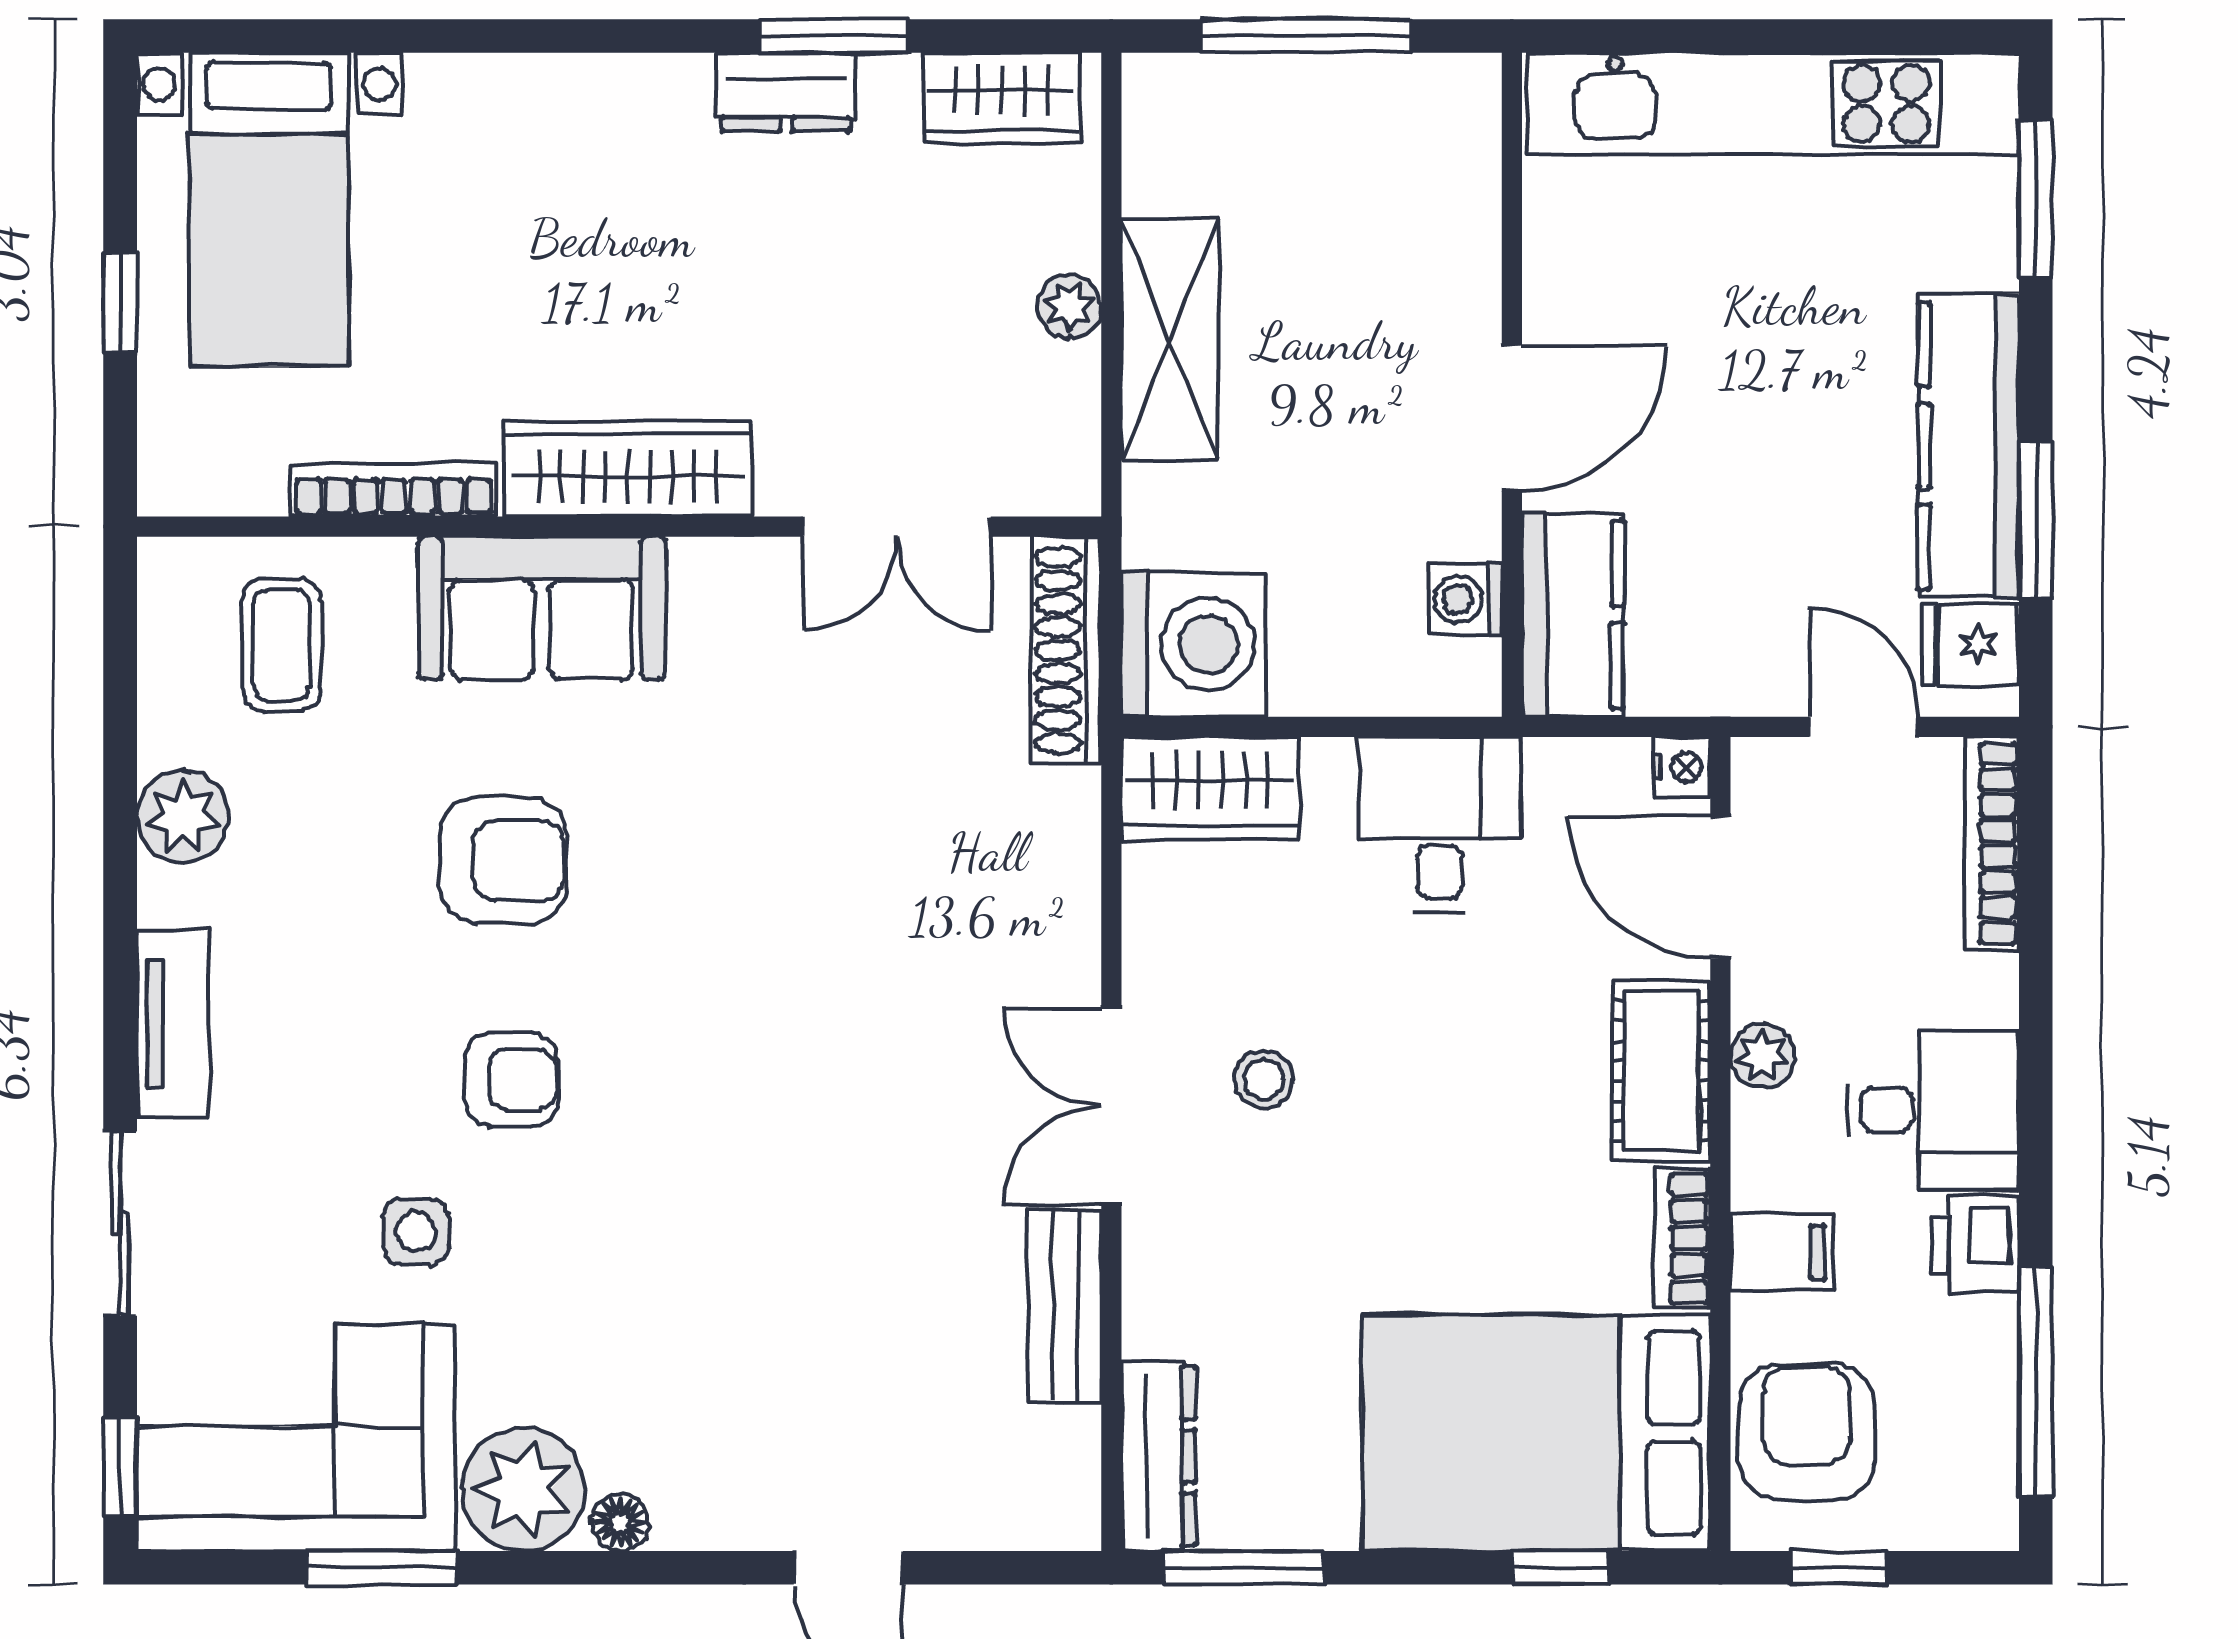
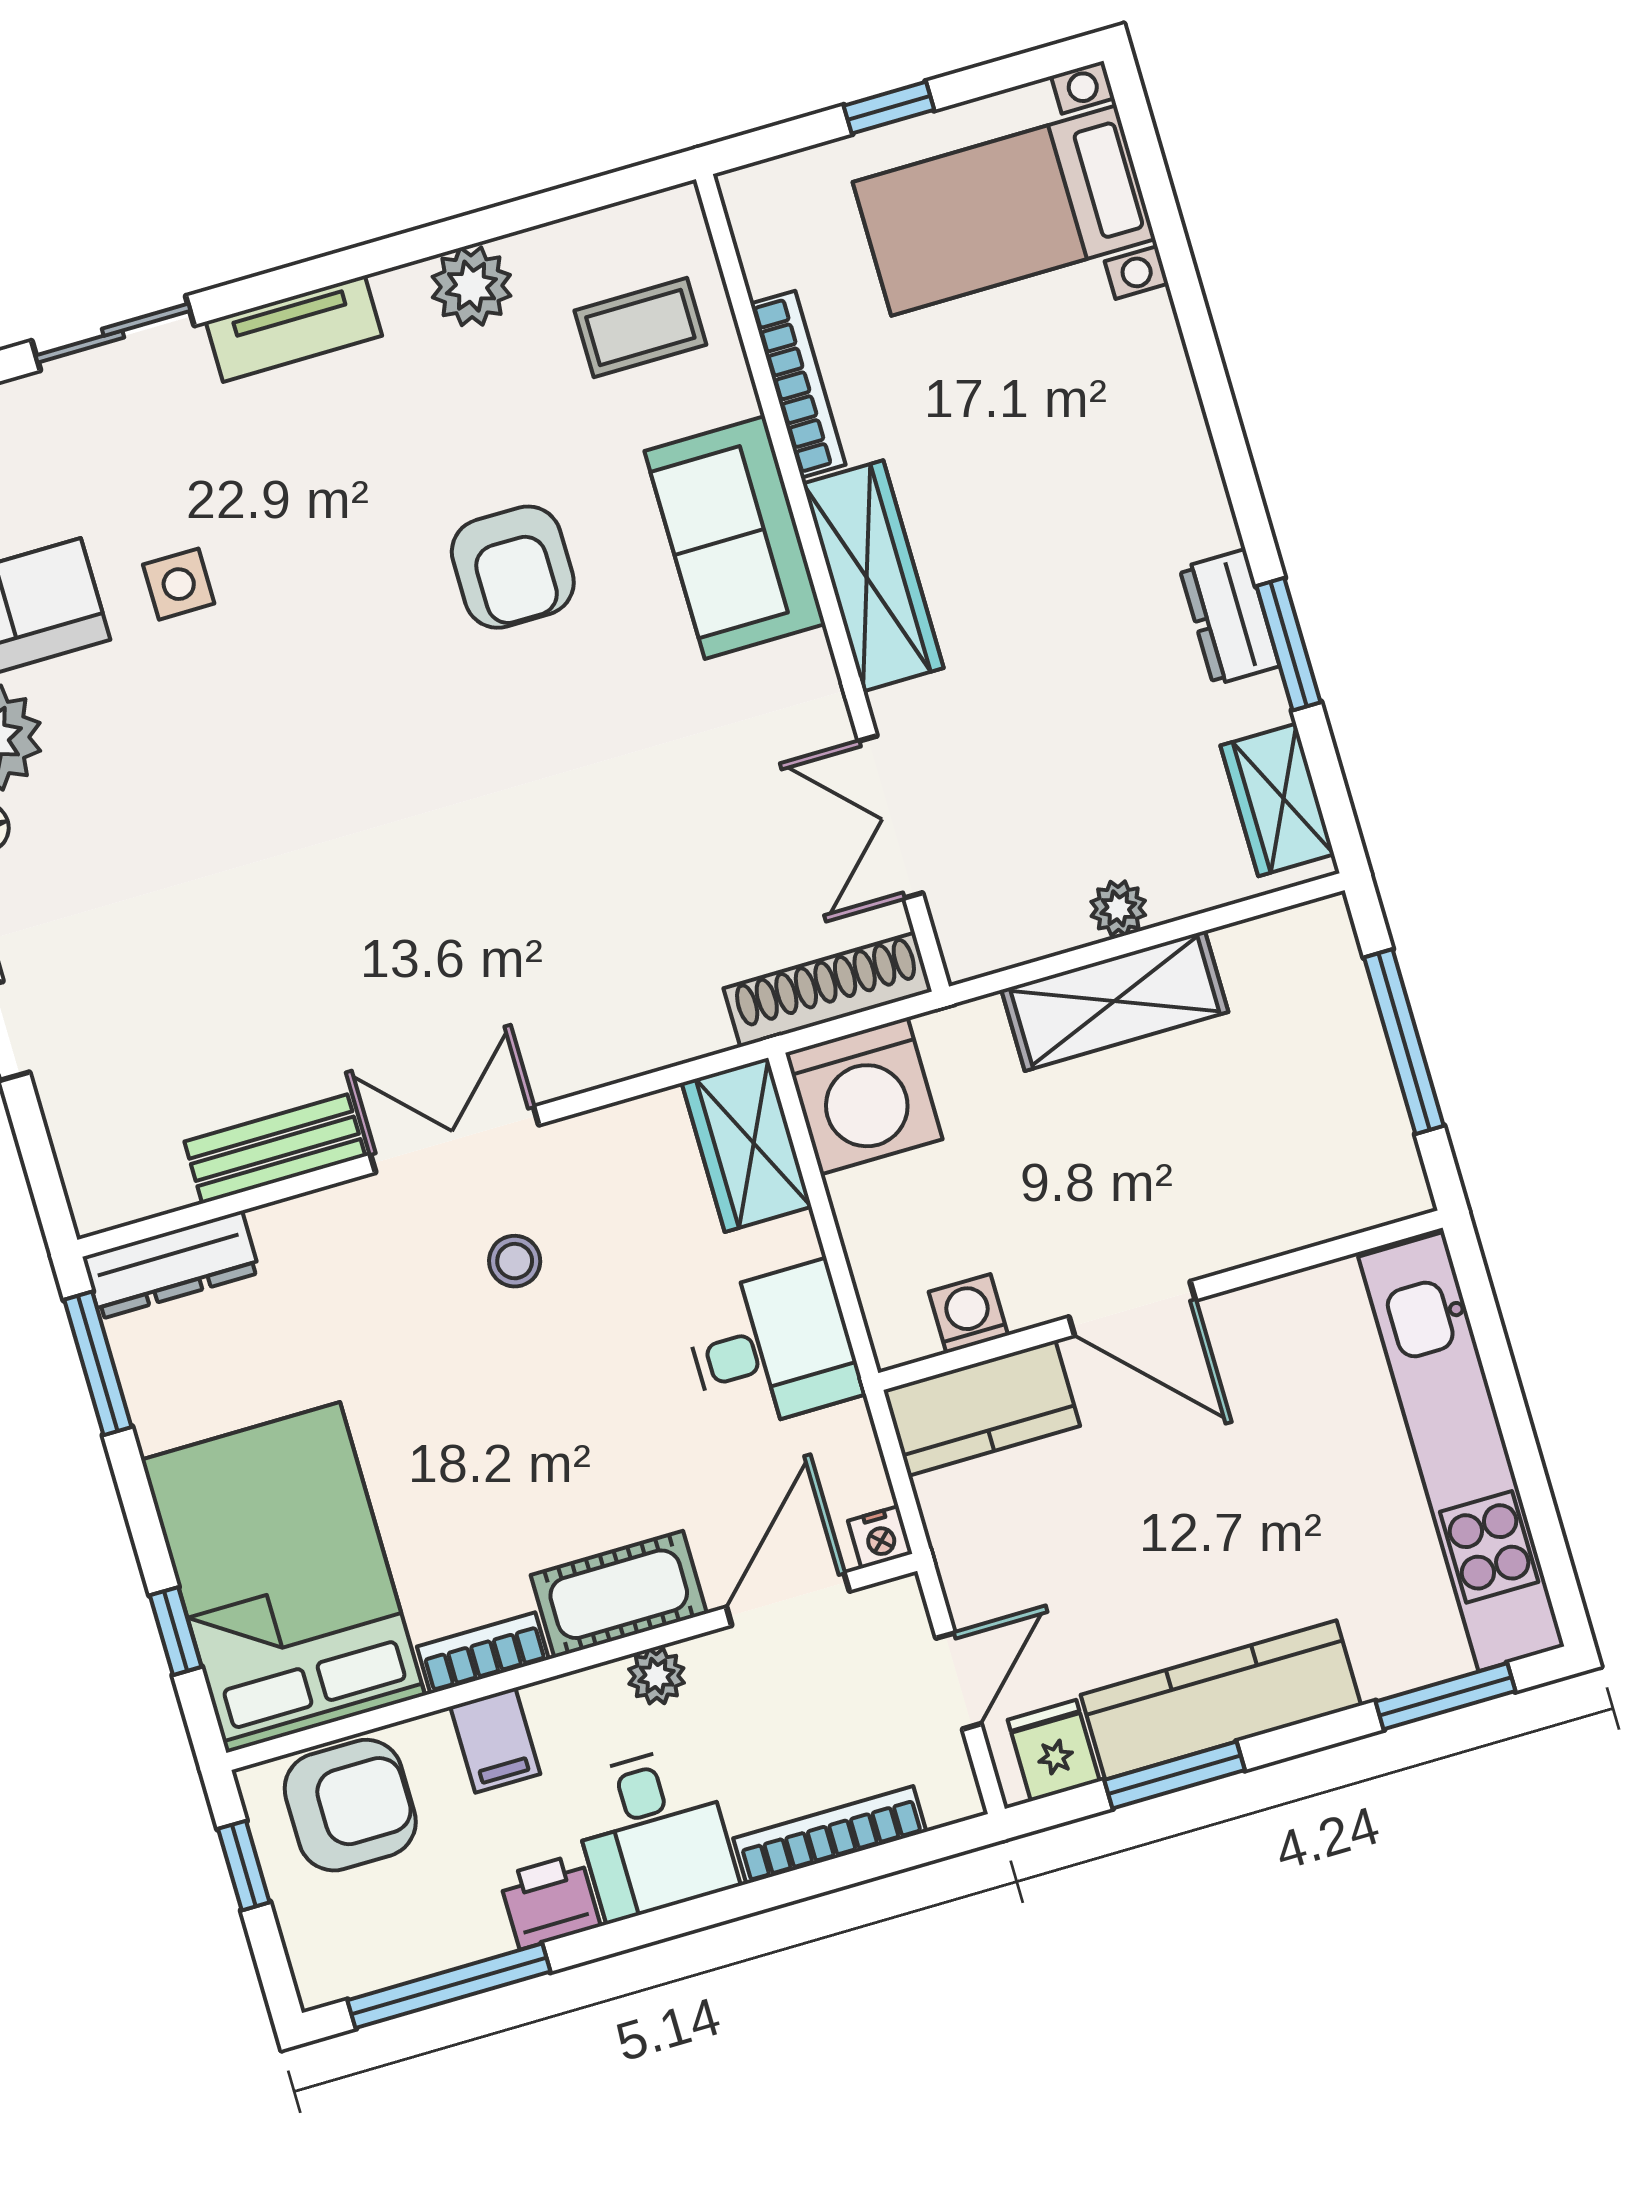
bookcase: (1992, 844) -> (830, 1835), moved
armchair: (511, 1079) -> (330, 627), removed

